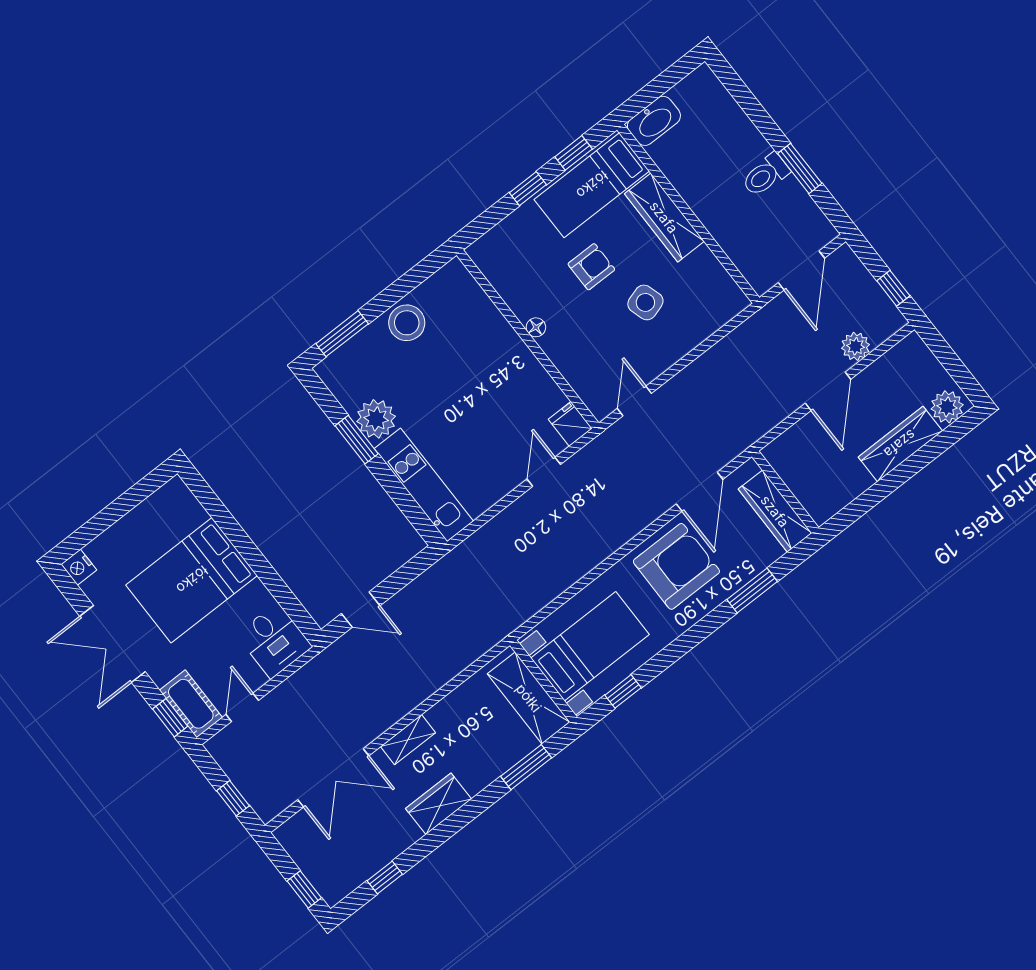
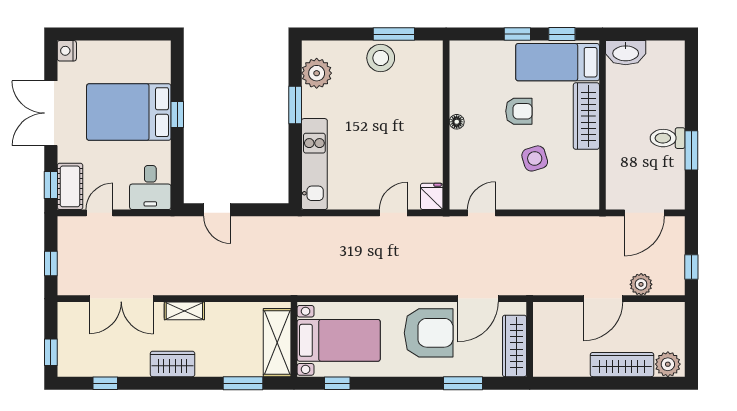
window: (342, 334) -> (394, 34), moved
plant: (376, 419) -> (317, 73), moved
window: (243, 544) -> (177, 114), added

